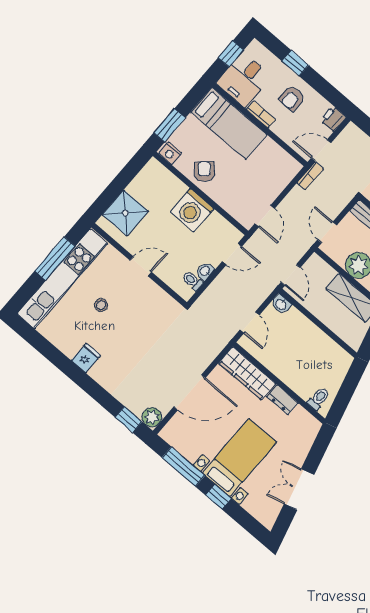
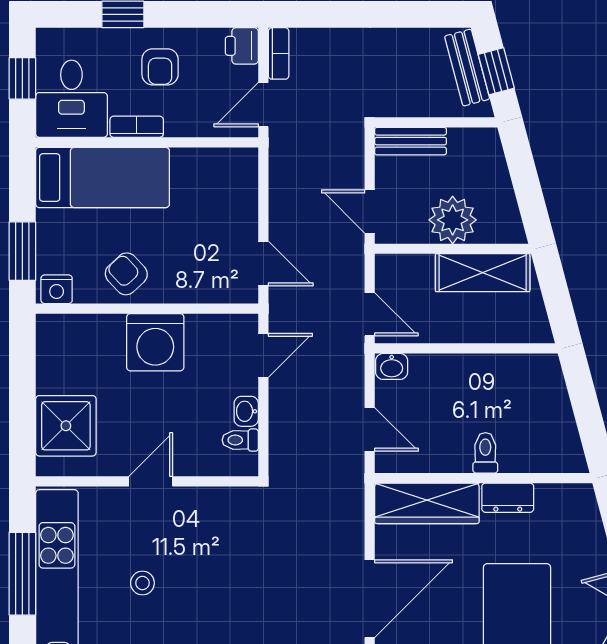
bookcase: (310, 176) -> (279, 53), moved
toilet: (319, 399) -> (485, 453), moved

